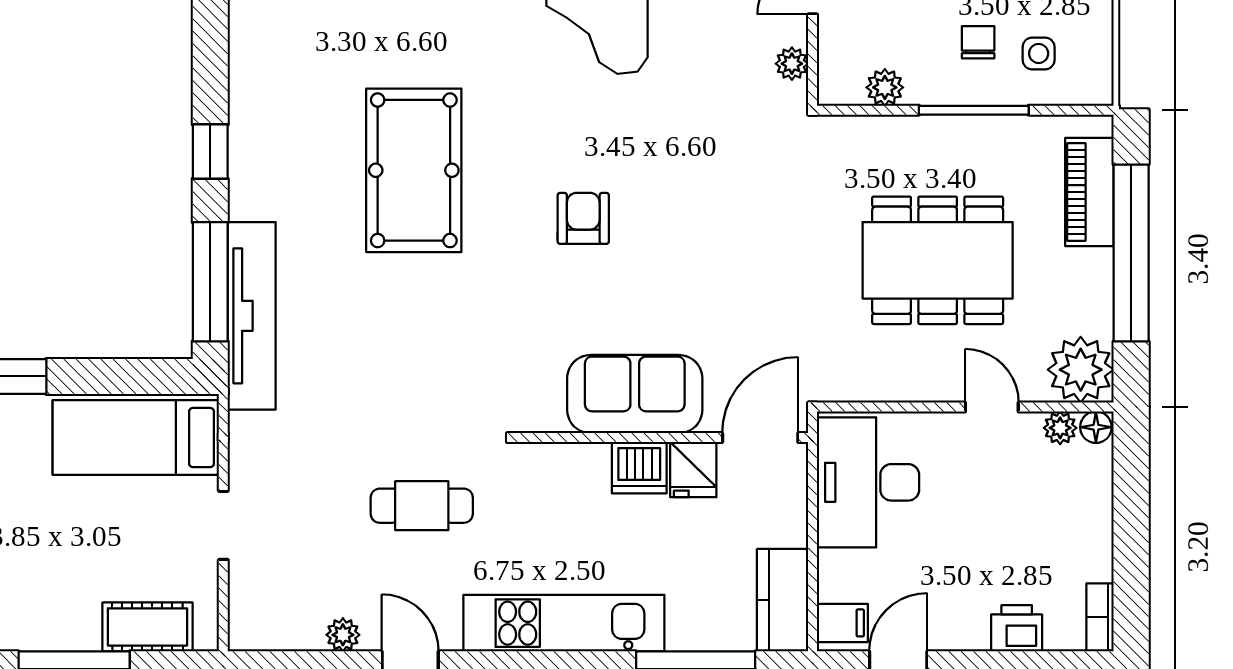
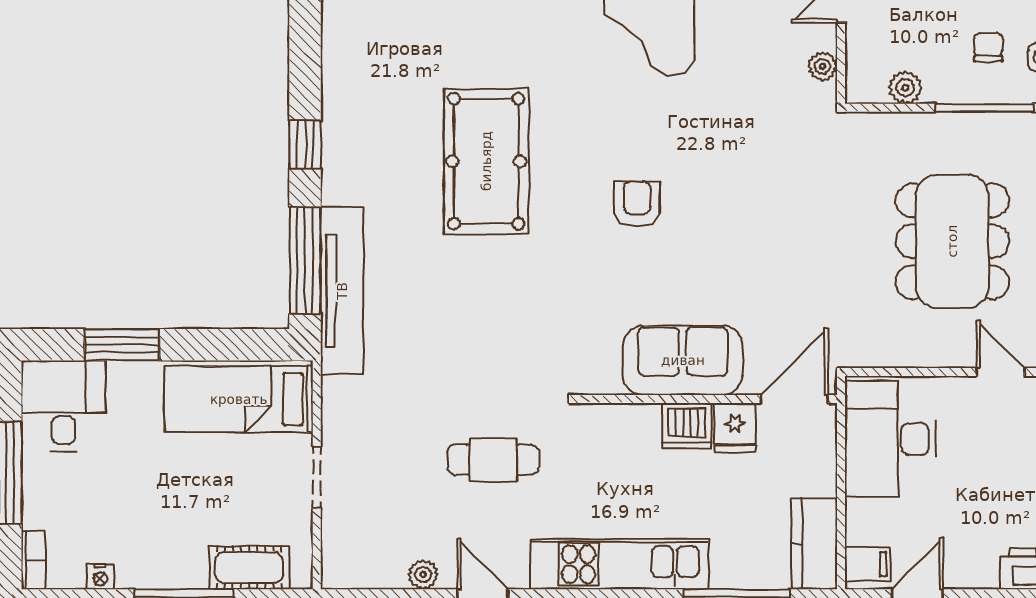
dining table: (938, 260) -> (952, 241), turned 90

